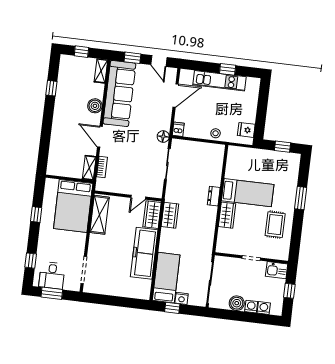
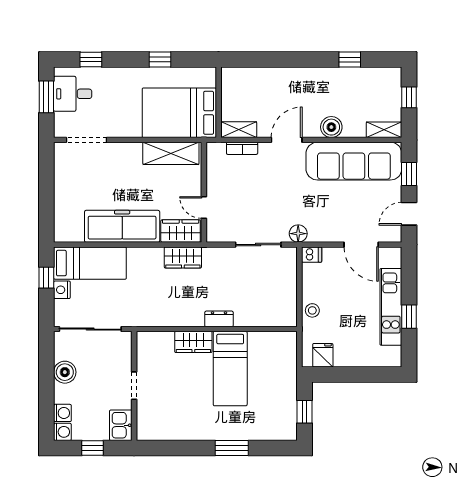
rug: (275, 225) -> (188, 415), removed
washing machine: (251, 307) -> (62, 432), moved

